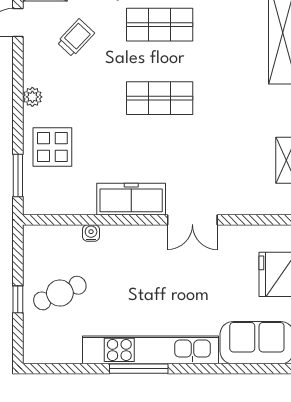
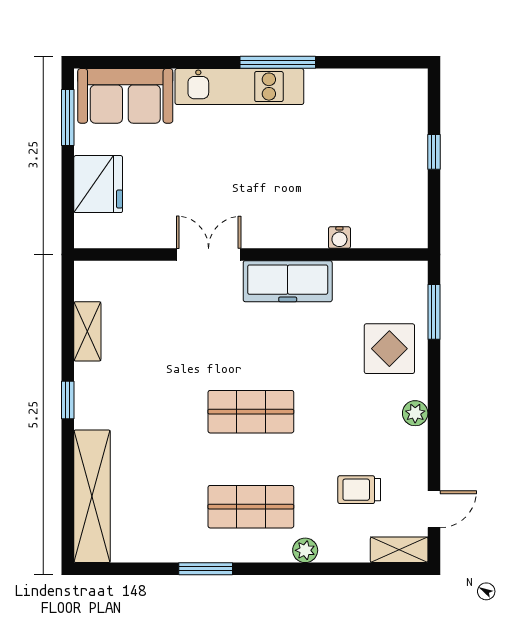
trolley: (76, 38) -> (359, 490), turned 47
cafe table: (60, 293) -> (380, 160), removed
kitchen unit: (150, 350) -> (239, 87), width x0.73

